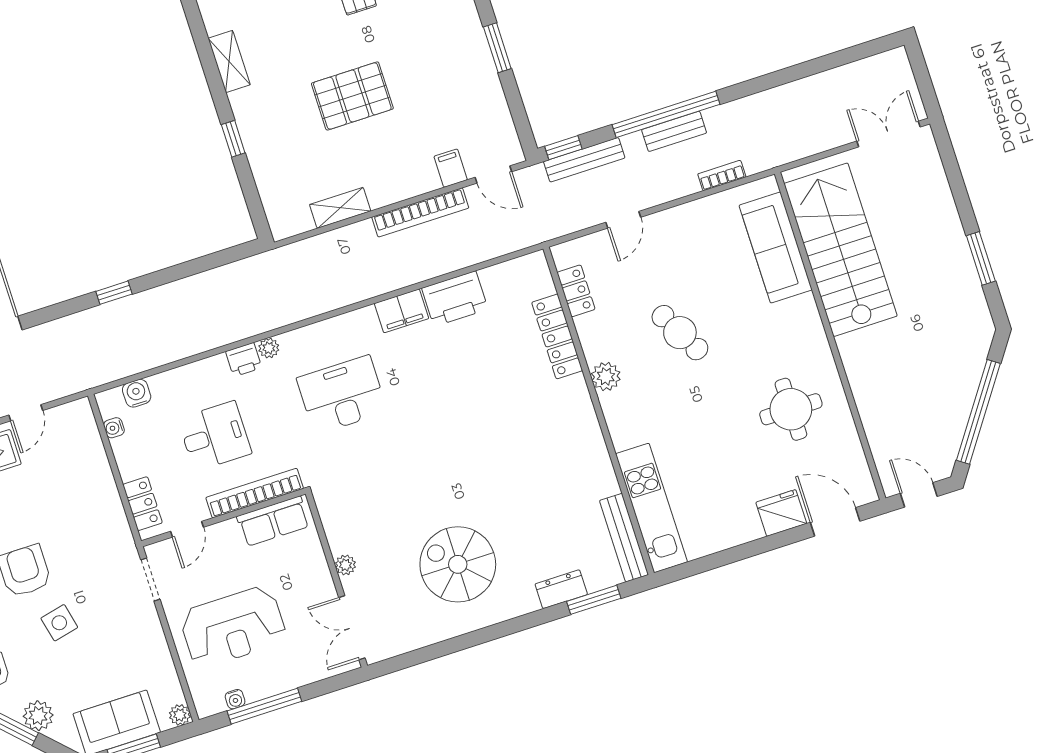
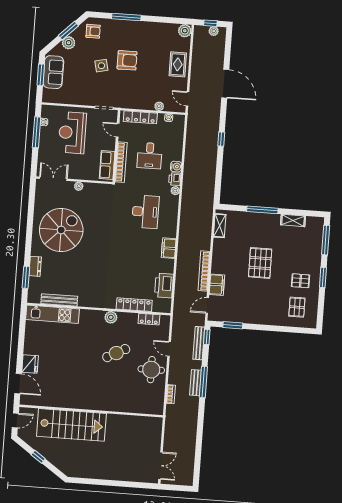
window: (497, 48) -> (233, 325), moved
window: (666, 114) -> (203, 382), width x0.68
window: (233, 139) -> (262, 210), width x2.17
filing cabinet: (451, 168) -> (217, 285), width x2.00
shelving: (340, 208) -> (220, 226), moved
sofa: (776, 248) -> (134, 404), removed
stairs: (840, 250) -> (71, 425), moved
window: (981, 258) -> (98, 482), removed
printer: (455, 299) -> (164, 286), moved
water cooler: (137, 393) -> (176, 167), moved
round table: (791, 409) -> (151, 370), moved
window: (978, 412) -> (38, 457), width x0.32
door: (26, 413) -> (187, 99), moved
locker: (143, 504) -> (140, 117), width x1.53
door: (835, 522) -> (18, 384), hinge flipped
bench: (624, 538) -> (59, 300), moved
spiral stairs: (458, 564) -> (61, 230), width x1.37, depth x1.37
plant: (180, 715) -> (159, 106), moved

